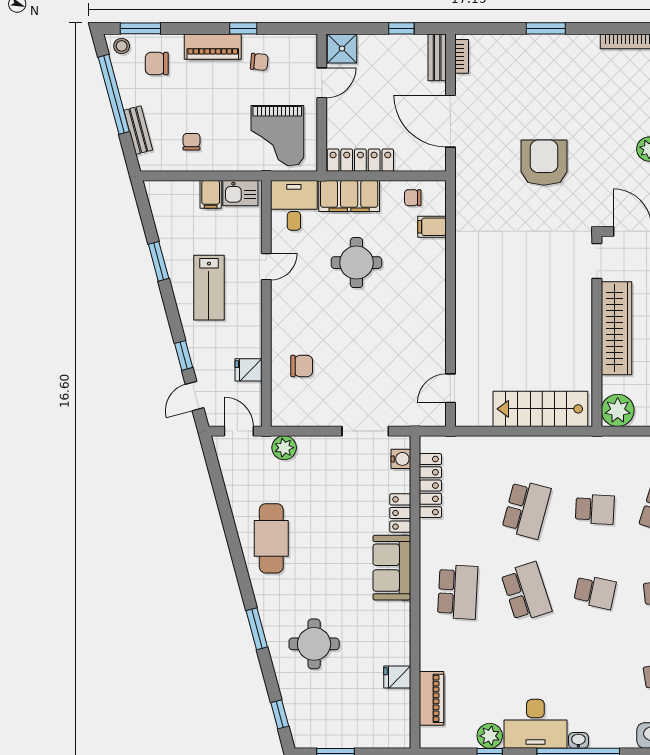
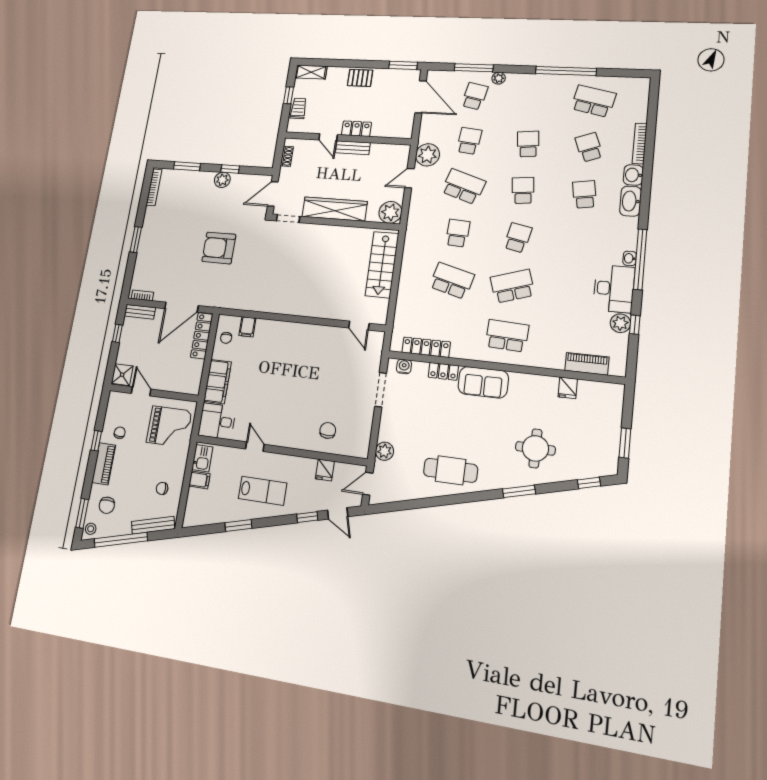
bench: (138, 130) -> (153, 525), width x1.36
locker: (360, 160) -> (202, 336), moved
round table: (356, 263) -> (263, 382), removed

